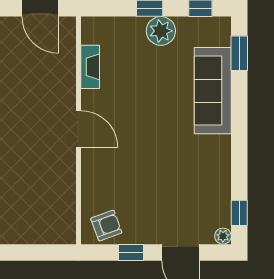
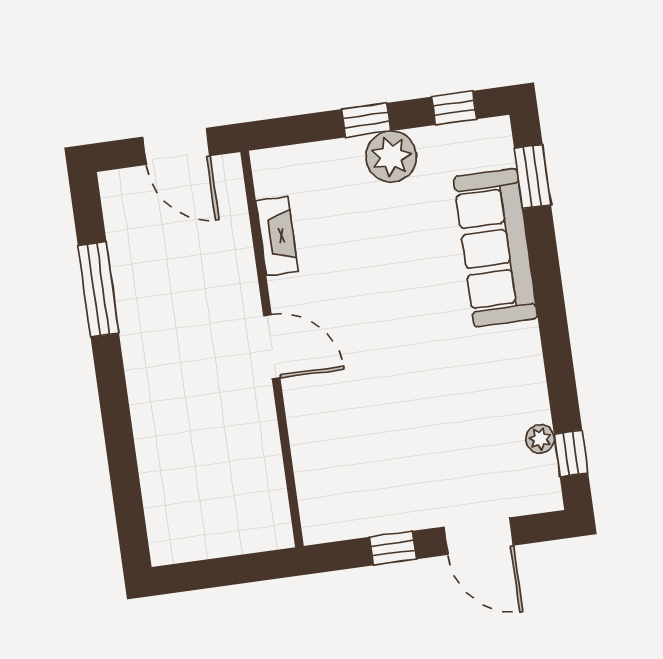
armchair: (106, 226) -> (343, 507), removed
plant: (223, 236) -> (540, 439), moved

